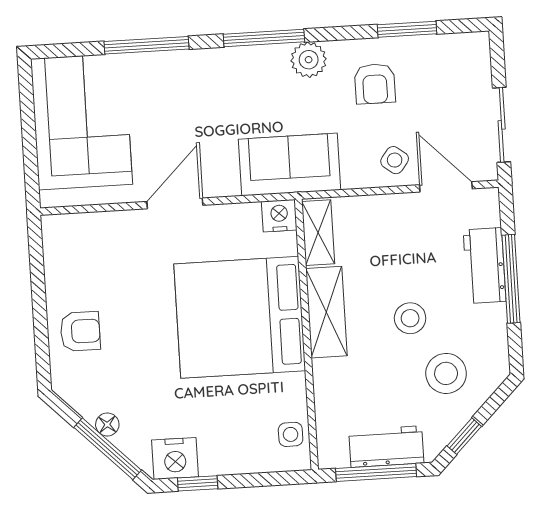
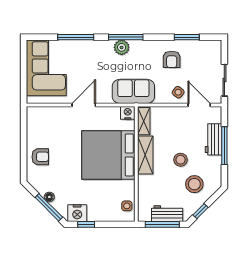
plant: (309, 60) -> (122, 47), moved

